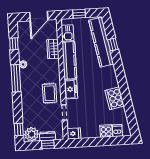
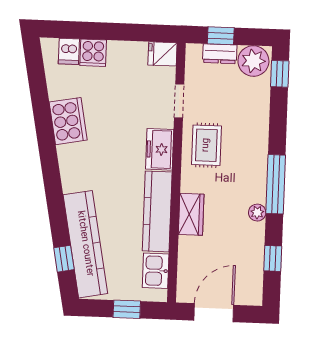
window: (113, 45) -> (64, 259), moved
wardrobe: (53, 49) -> (191, 214), moved

